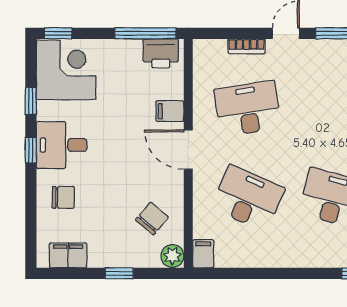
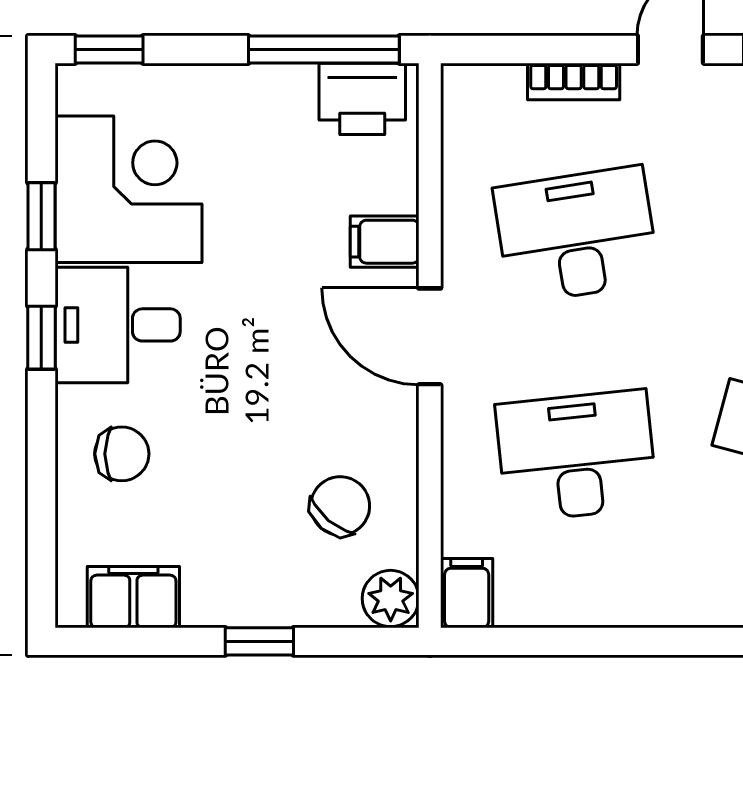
corner desk: (66, 70) -> (128, 189), moved
desk: (248, 198) -> (577, 456), turned -30

